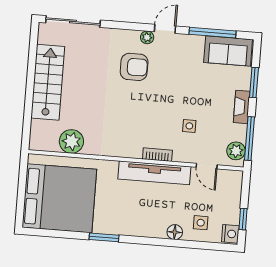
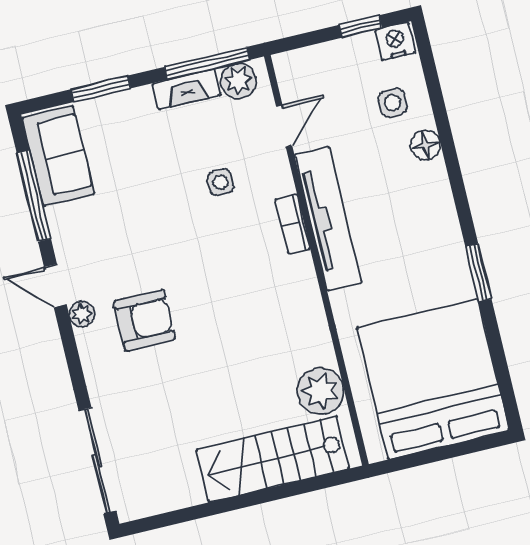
armchair: (134, 67) -> (144, 320), turned 90
stairs: (48, 82) -> (273, 459), moved
fireplace: (242, 107) -> (187, 89), moved

